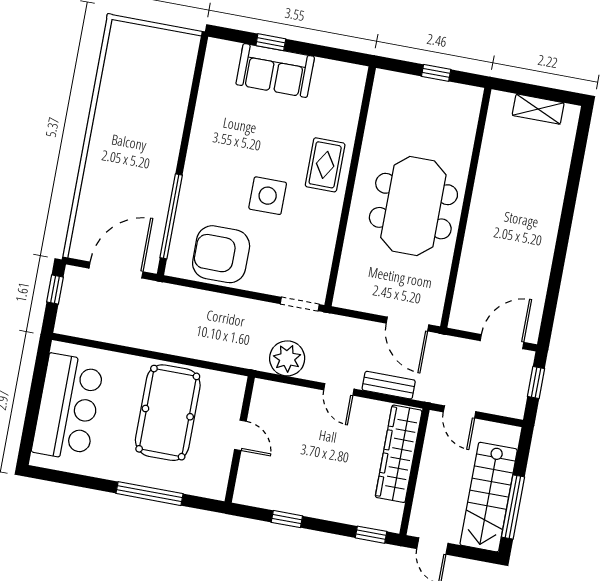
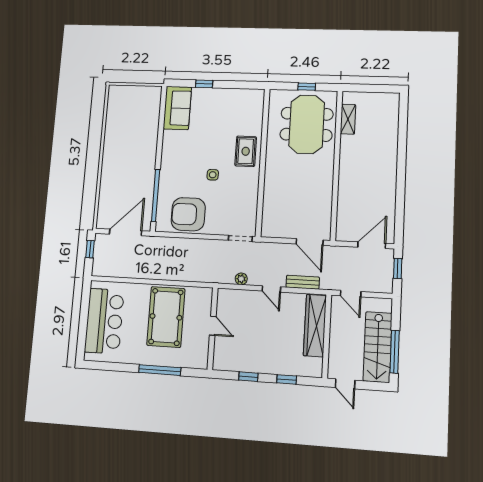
sofa: (275, 70) -> (177, 108), moved, turned -90
shelving: (538, 109) -> (348, 119), moved, turned 90
side table: (268, 196) -> (213, 175), width x0.54, depth x0.54
meeting table: (413, 206) -> (307, 124), moved
plant: (287, 358) -> (241, 279), width x0.53, depth x0.53
window: (371, 535) -> (287, 379), moved

